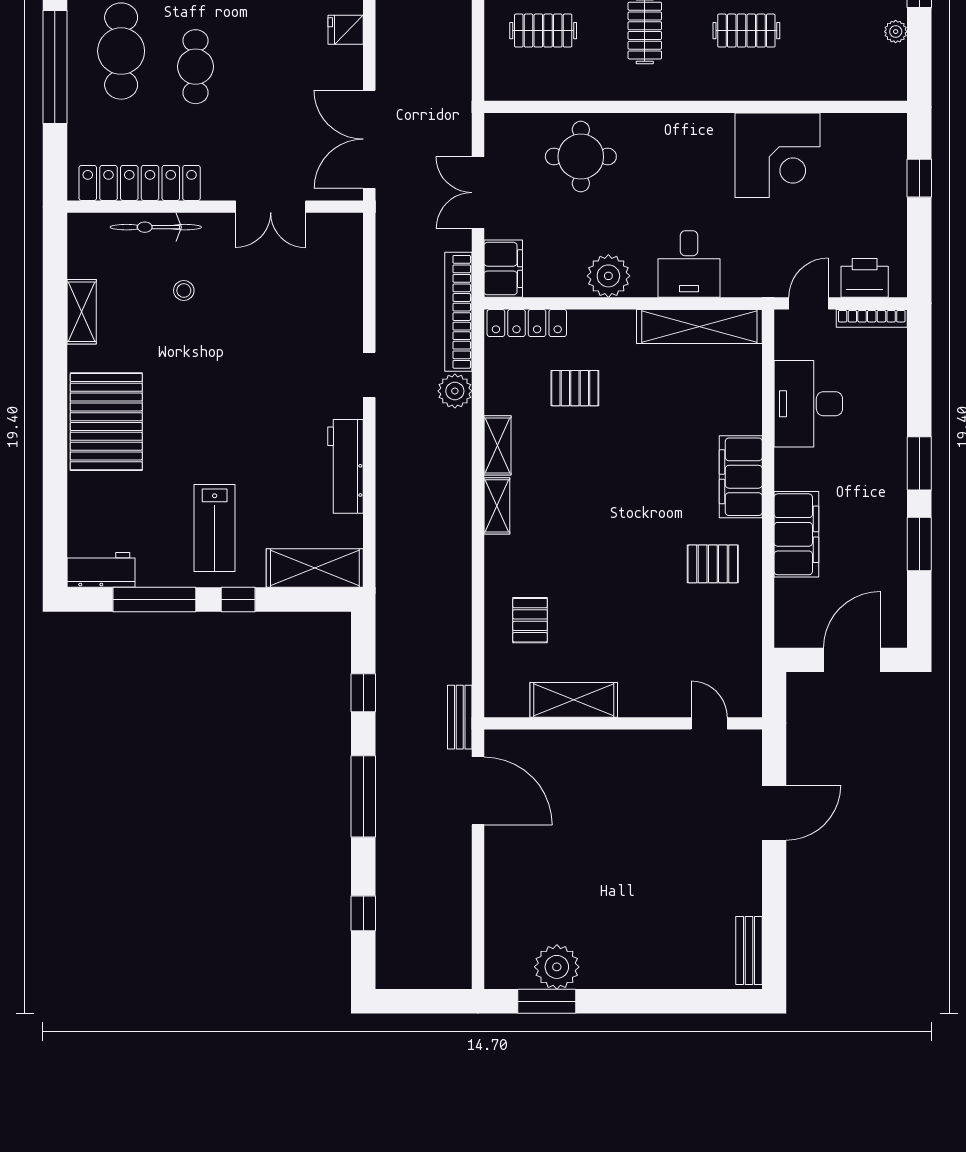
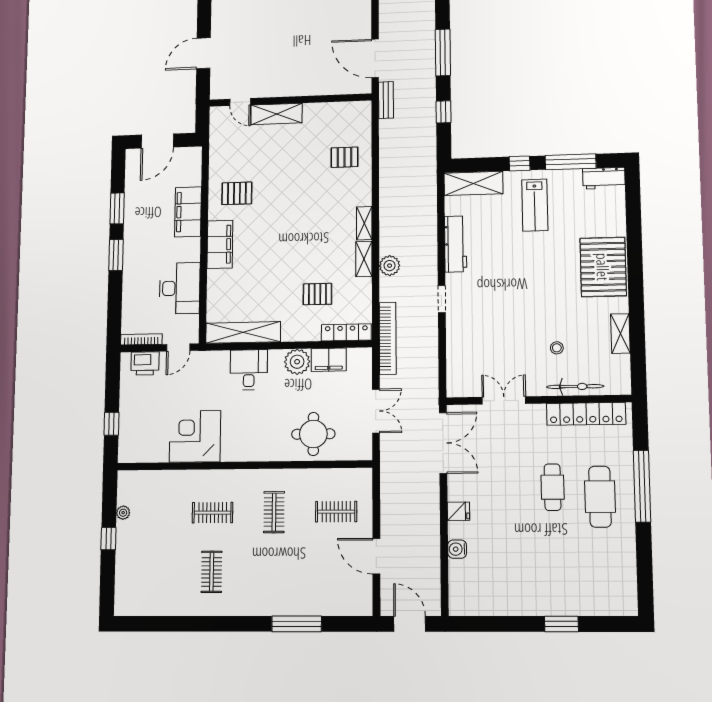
filing cabinet: (503, 269) -> (329, 360), moved, turned -90
plant: (455, 391) -> (390, 266), moved
lab bench: (215, 528) -> (535, 205), turned 180
pallet: (530, 620) -> (344, 157), turned 90
shelving: (574, 700) -> (277, 114), moved

